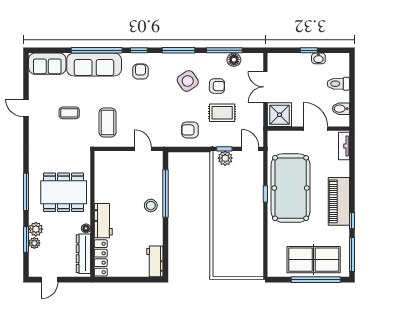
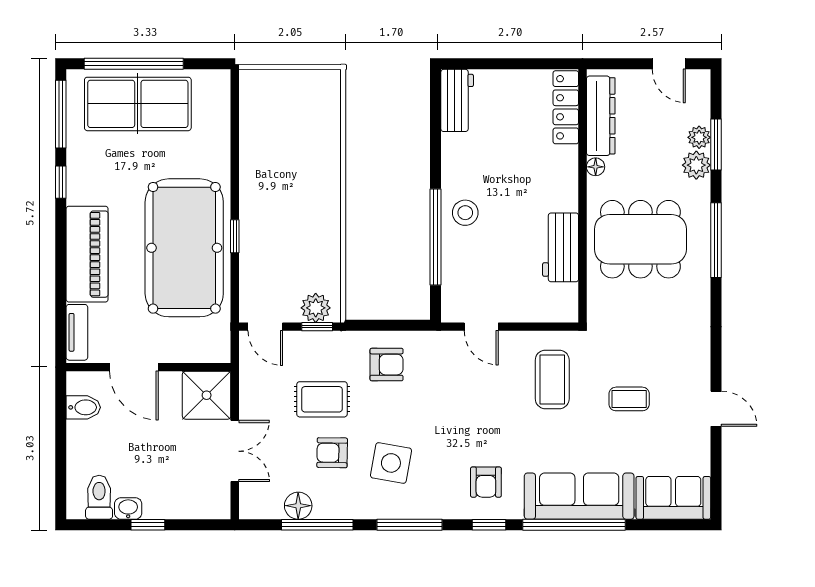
side table: (188, 81) -> (391, 463), turned 45
toilet: (338, 84) -> (99, 497), moved, turned -90
piano: (339, 201) -> (87, 254), moved
workbench: (103, 221) -> (561, 247), moved
door: (49, 280) -> (669, 64), swing flipped

